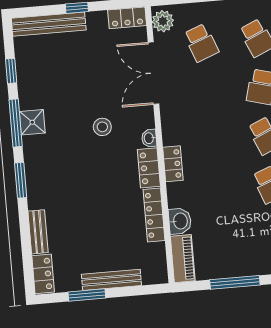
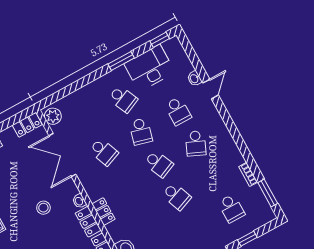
school desk: (201, 43) -> (104, 152), moved

